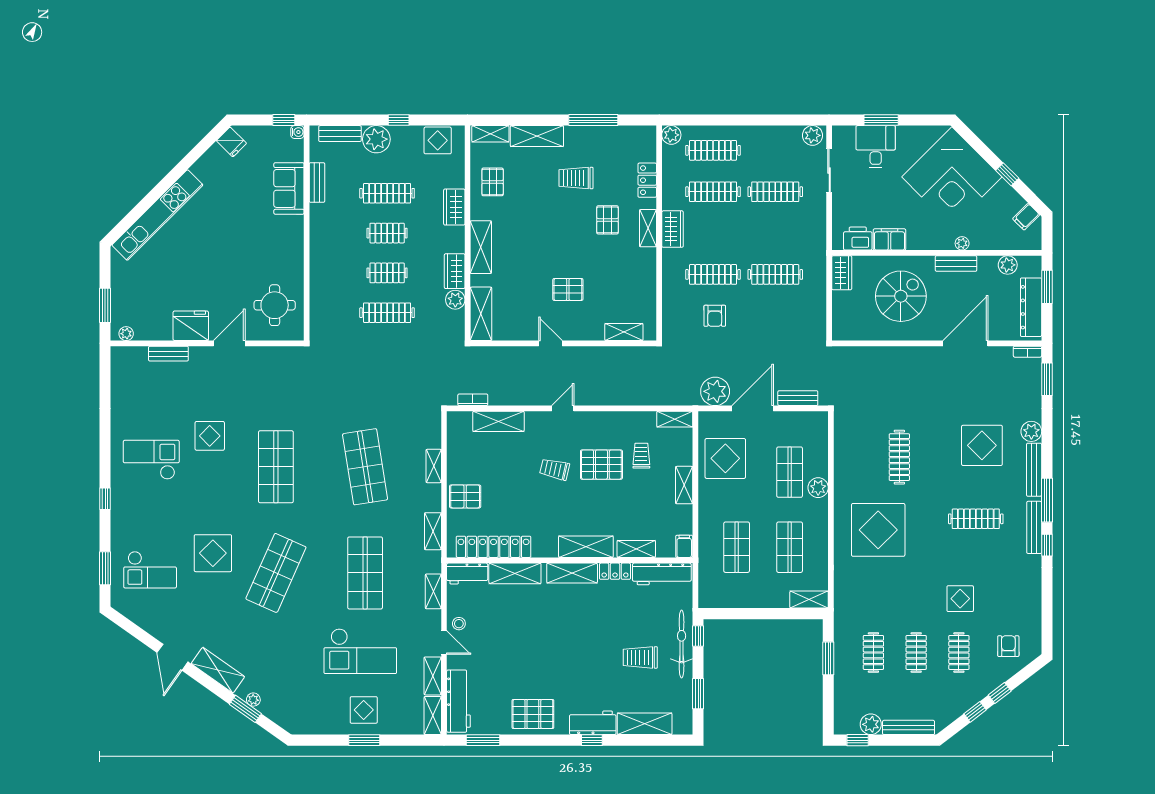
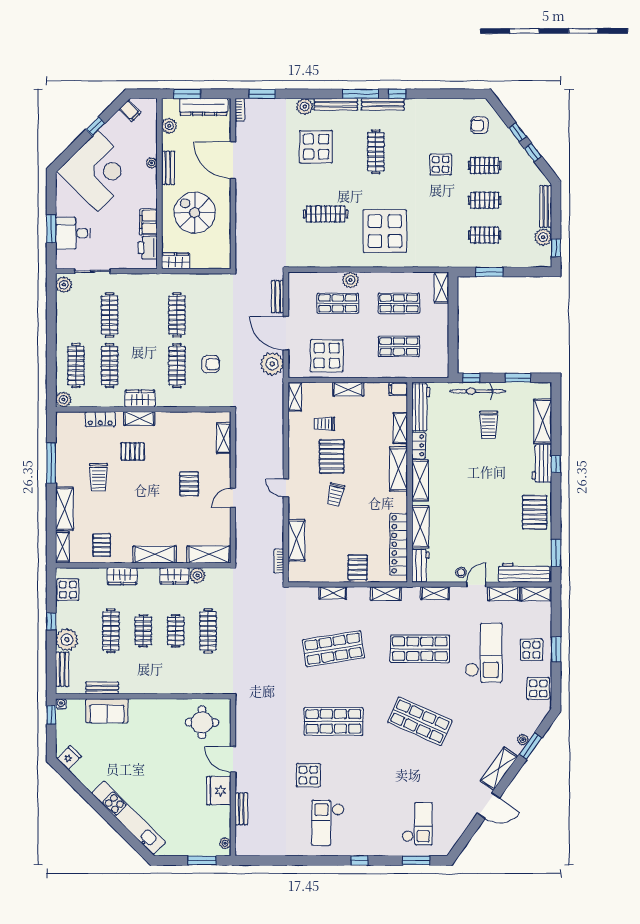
pallet: (493, 182) -> (102, 545), turned 90
display table: (213, 553) -> (538, 688), moved, width x0.73, depth x0.73

